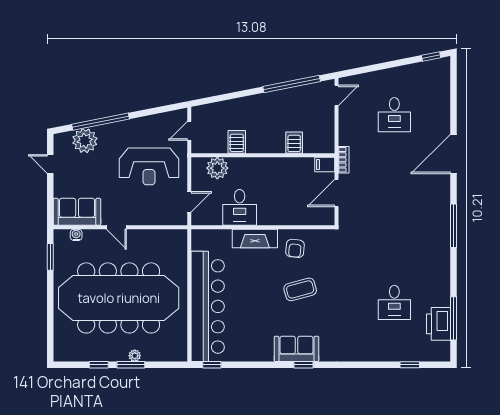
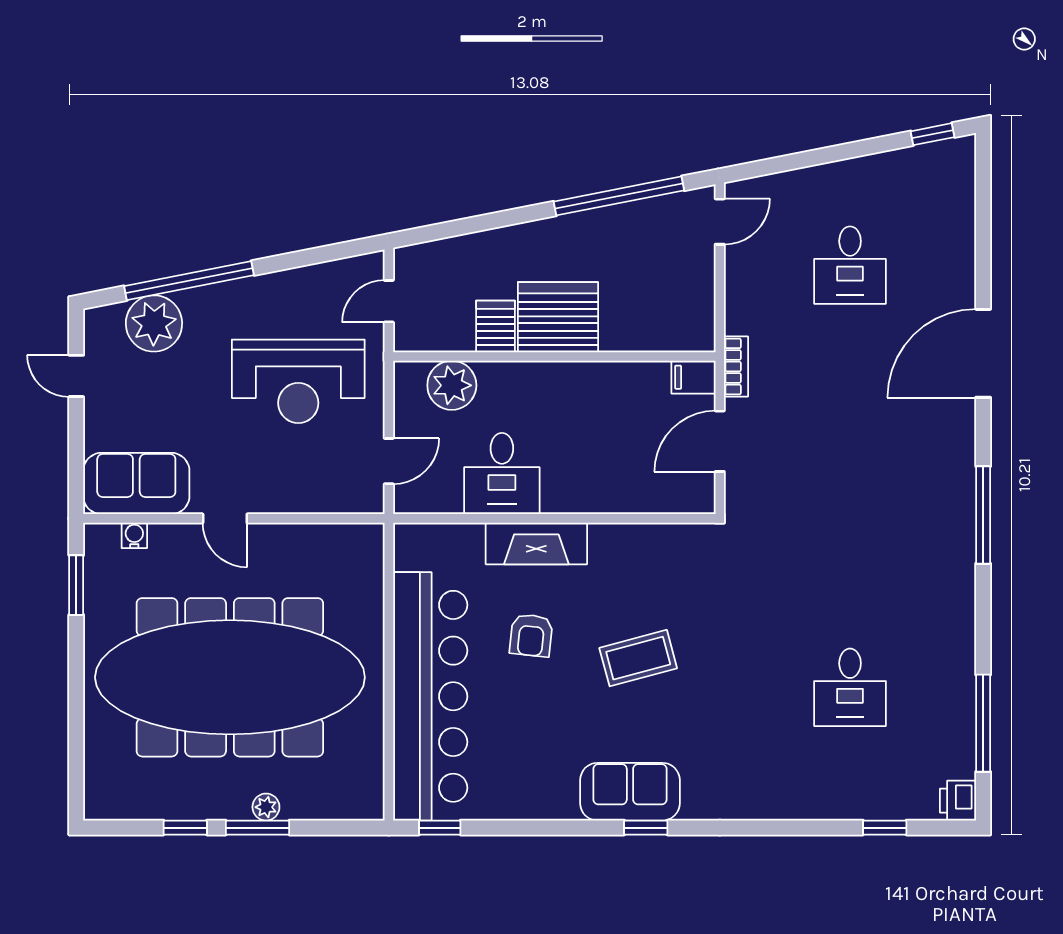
server rack: (294, 143) -> (558, 317), moved, width x2.18, depth x1.44
armchair: (295, 248) -> (531, 635), moved
printer: (438, 324) -> (958, 801), moved, width x0.53, depth x0.68

